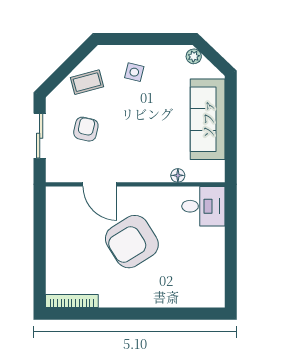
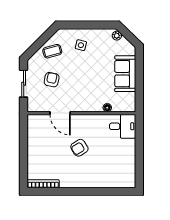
sofa: (208, 119) -> (125, 74), width x0.73
armchair: (132, 242) -> (79, 148), width x0.53, depth x0.53

